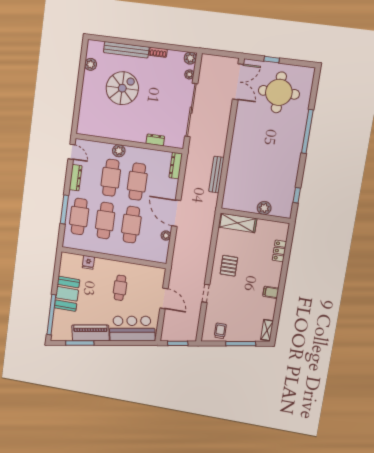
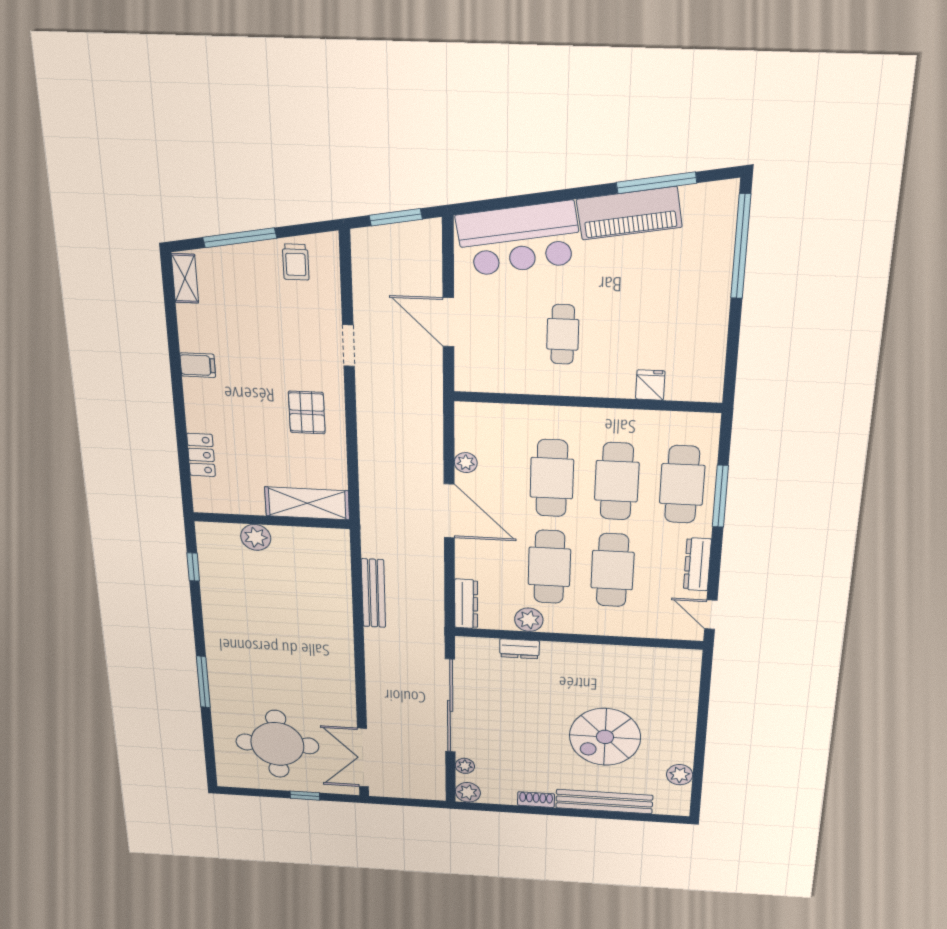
window: (307, 131) -> (203, 682), width x0.68
plant: (119, 151) -> (529, 620), moved
booth: (67, 294) -> (701, 304), removed

